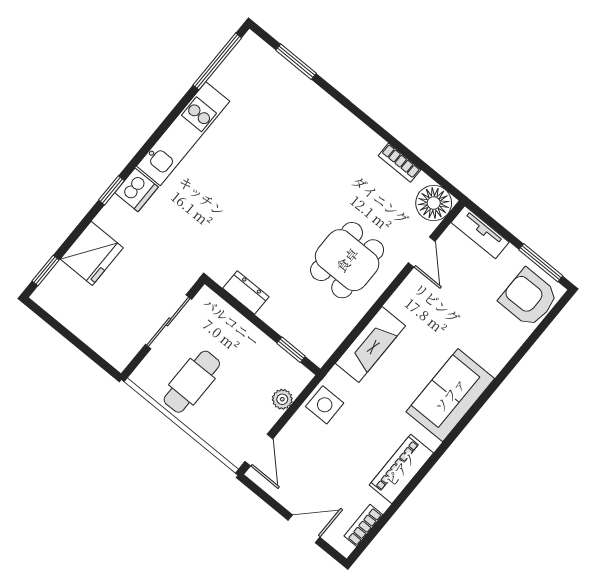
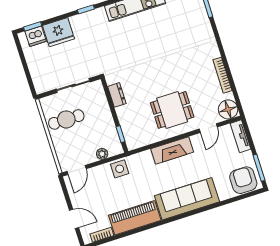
bookcase: (399, 163) -> (222, 75), width x1.56
dishwasher: (136, 190) -> (36, 36), moved
fireplace: (370, 345) -> (172, 150), moved
sofa: (450, 395) -> (187, 199), width x1.36
piano: (401, 469) -> (135, 218), width x1.37, depth x1.33

